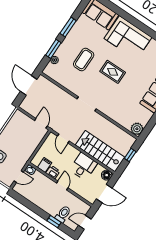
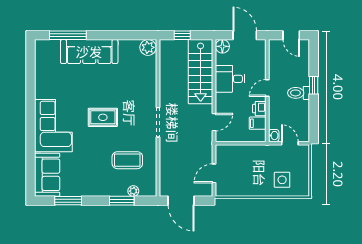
window: (68, 27) -> (68, 201), moved
coffee table: (84, 59) -> (127, 160), moved
rug: (113, 72) -> (103, 117), turned 90
door: (29, 85) -> (181, 201), hinge flipped
door: (41, 123) -> (214, 173), moved
toilet: (63, 214) -> (299, 93), moved
window: (54, 222) -> (314, 85), moved

